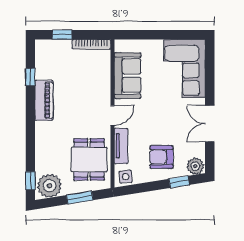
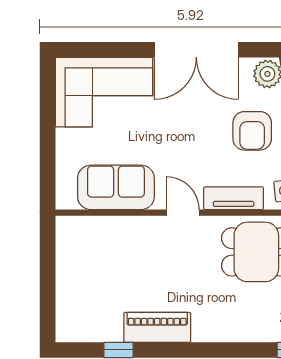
window: (62, 35) -> (48, 297), removed
bookcase: (91, 44) -> (64, 248), removed
double door: (210, 124) -> (196, 50), width x1.37

